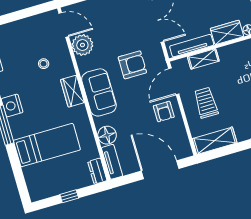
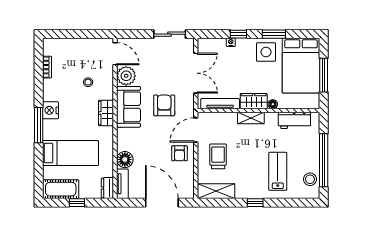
shelving: (203, 59) -> (251, 118), moved
armchair: (132, 65) -> (164, 105), turned -90
sofa: (99, 92) -> (128, 107), moved
cot: (48, 187) -> (61, 189), added

